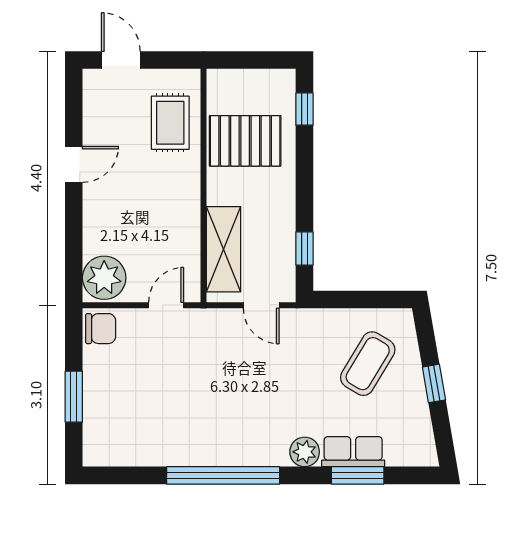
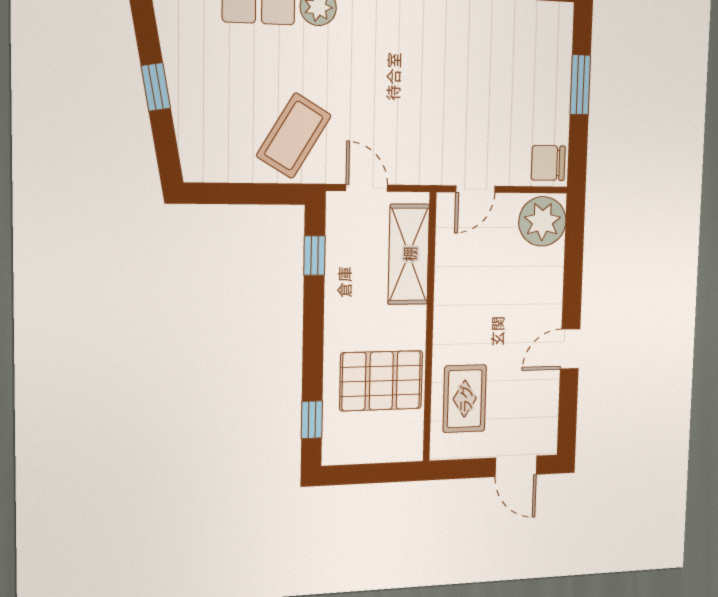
coffee table: (368, 364) -> (294, 136), moved

